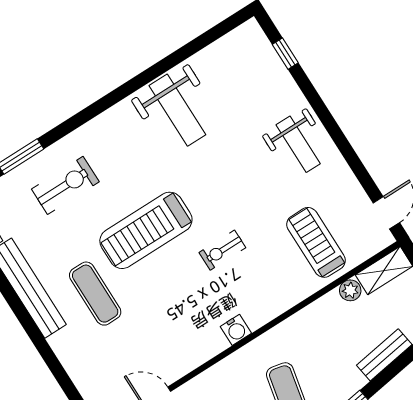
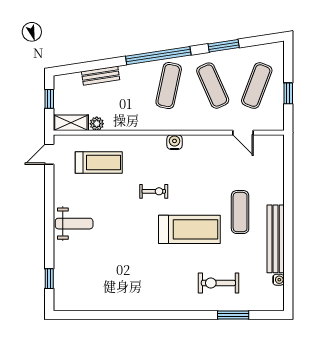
weight bench: (177, 110) -> (129, 285), removed
weight bench: (298, 144) -> (74, 224), turned 90
treadmill: (316, 242) -> (99, 162), turned -90

